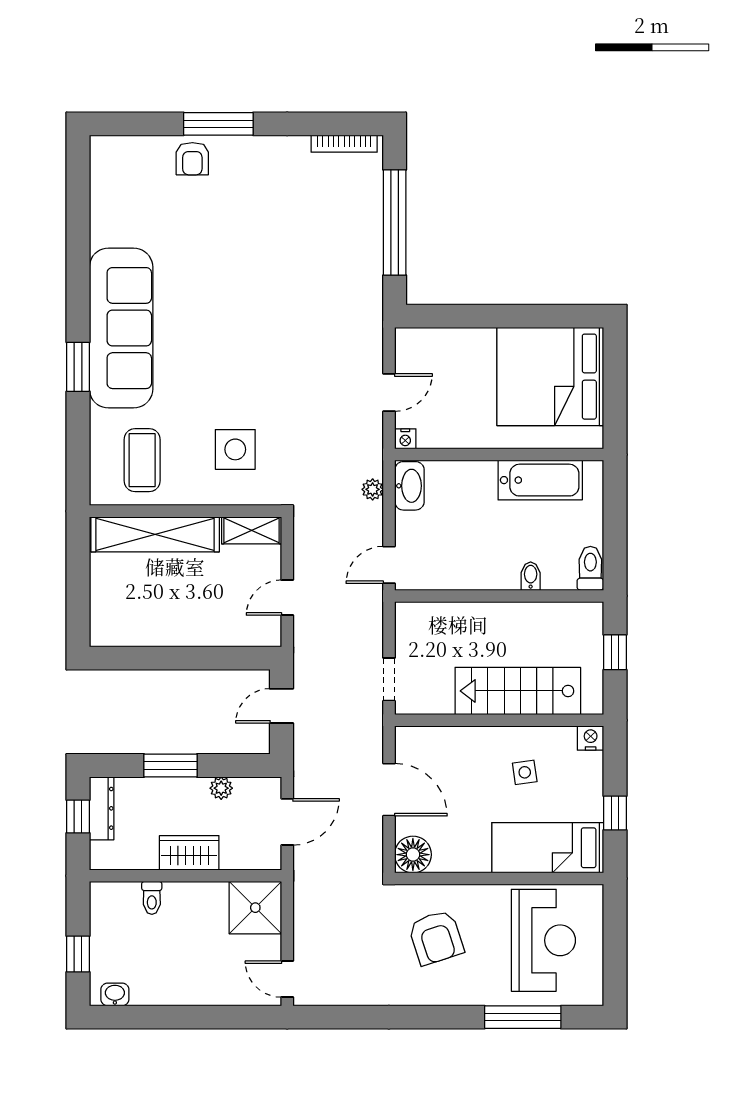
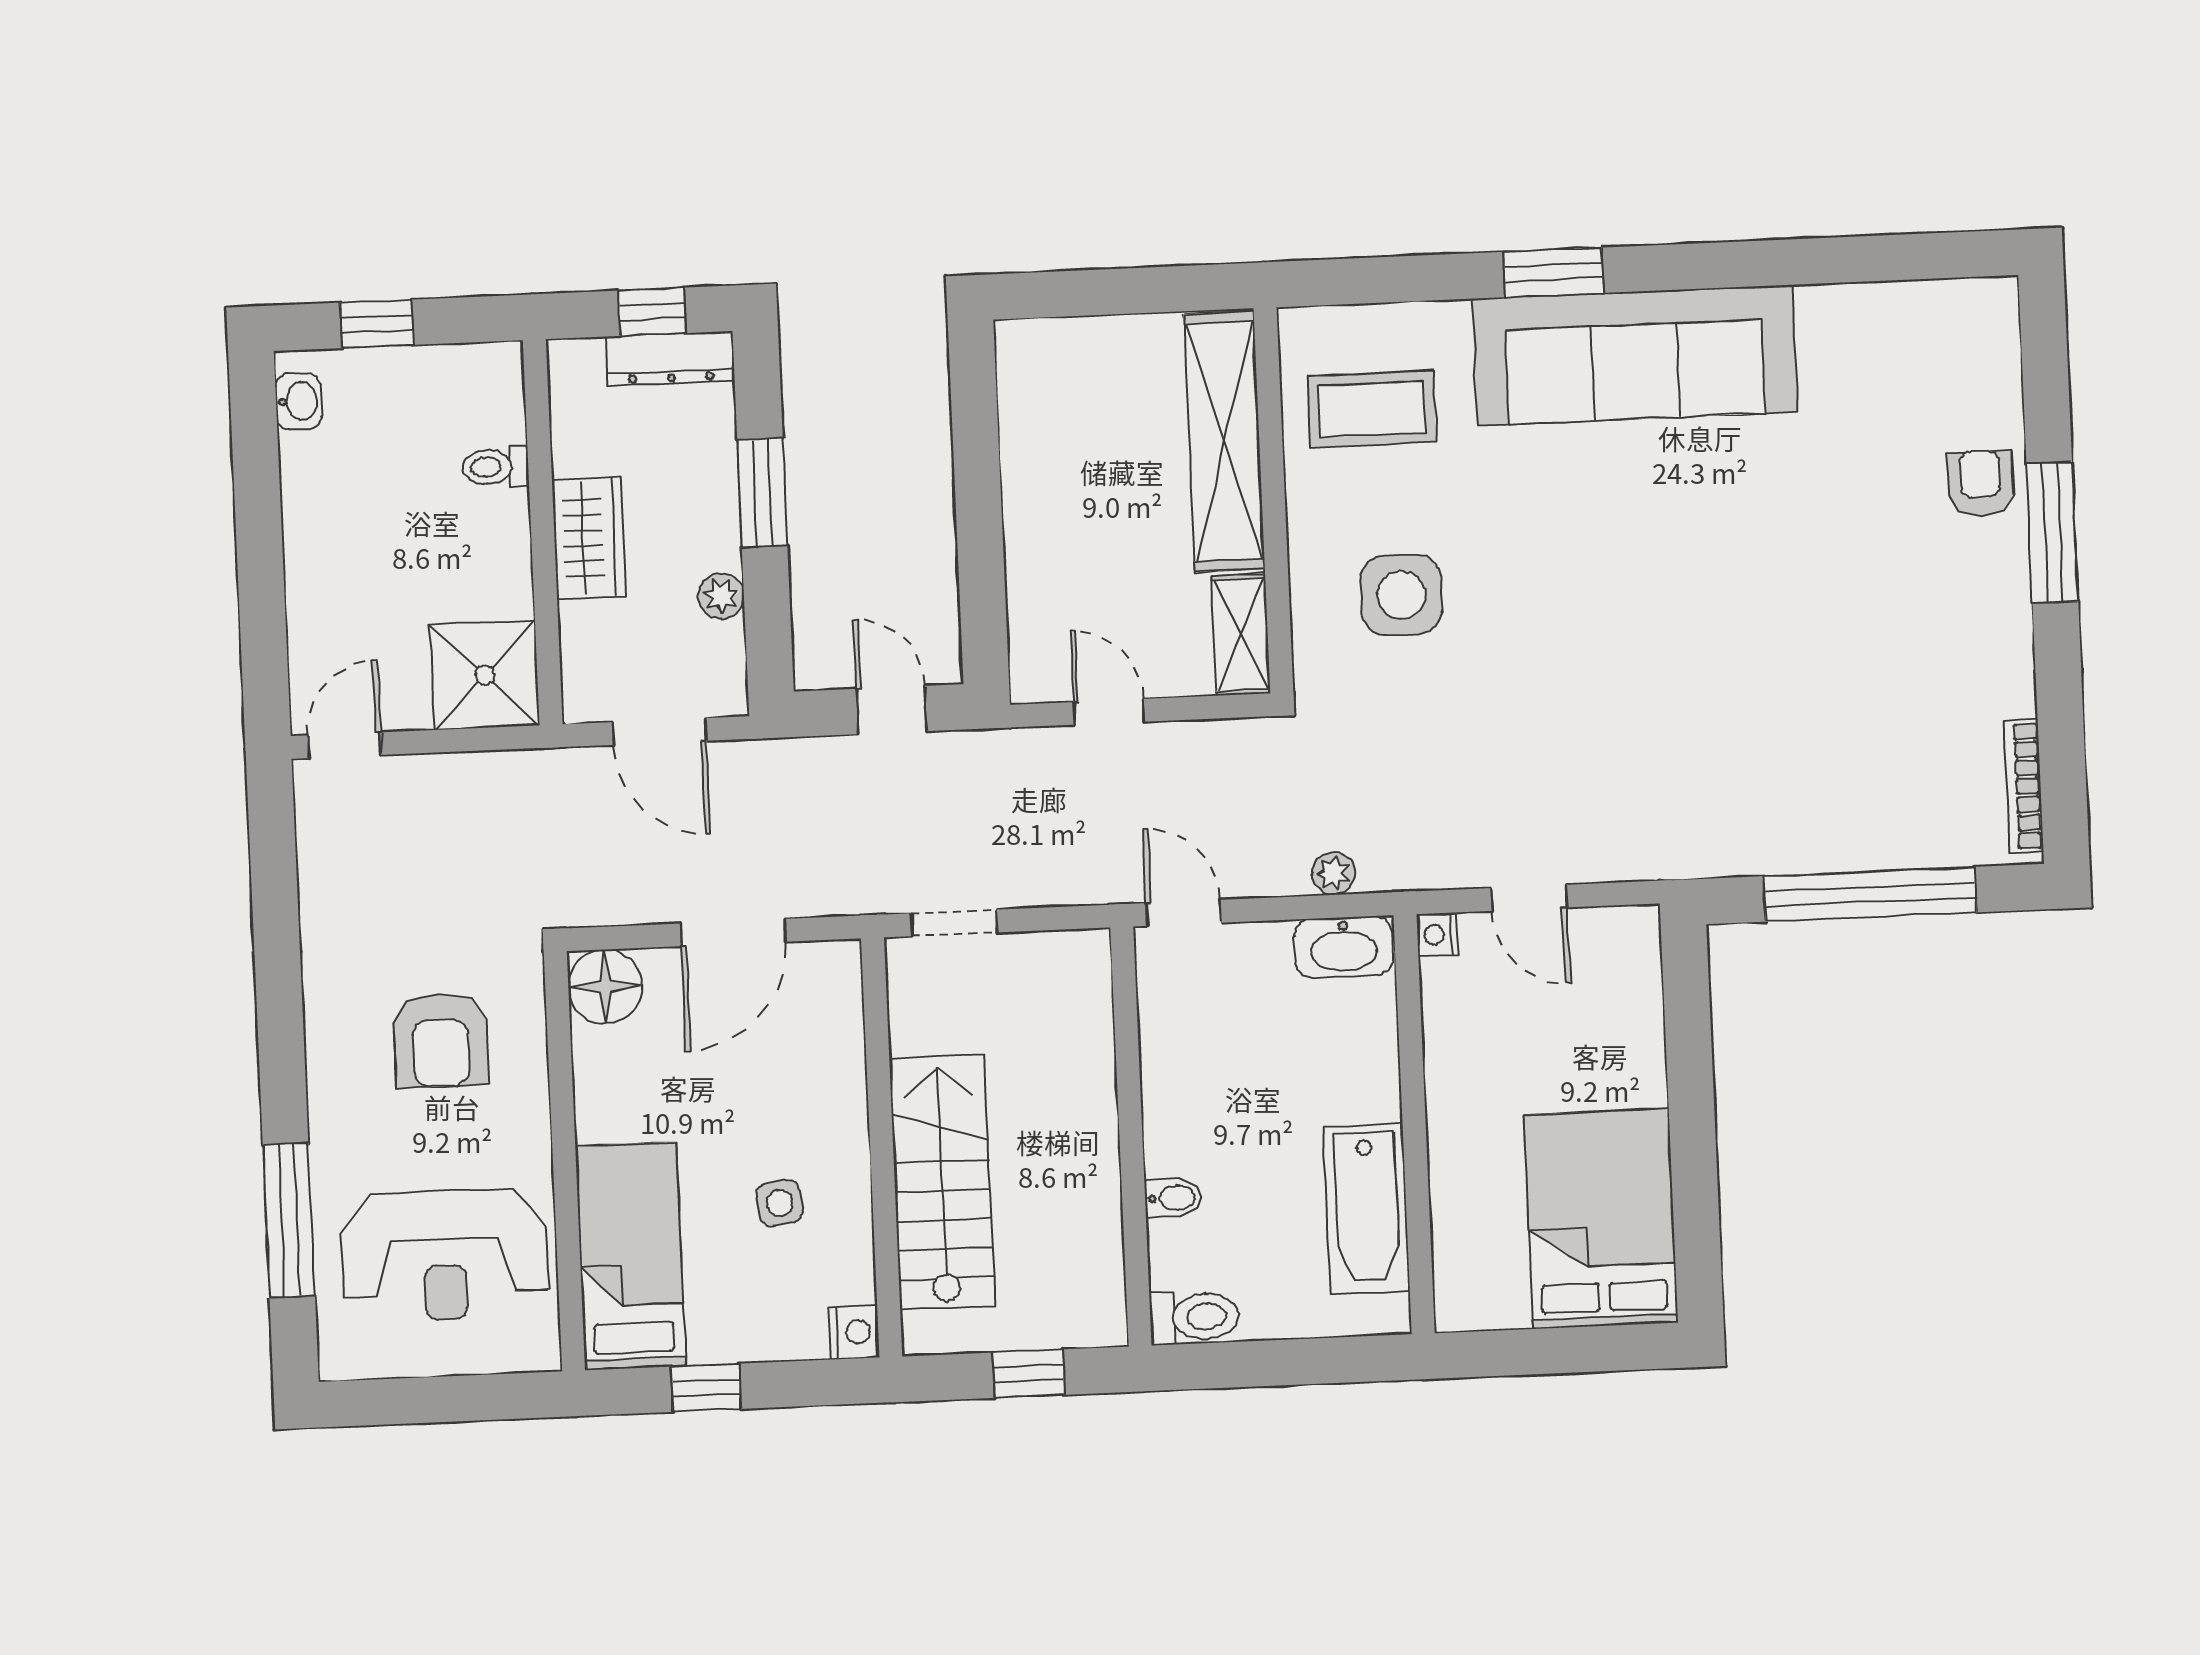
armchair: (192, 159) -> (1980, 483), turned 90
bed: (550, 377) -> (1601, 1219), width x0.73
armchair: (436, 938) -> (441, 1040), turned -72

